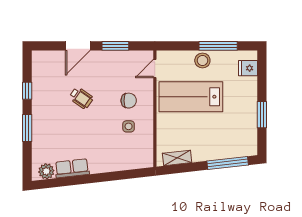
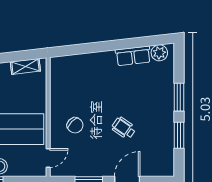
window: (27, 91) -> (179, 135), width x1.50
chair: (129, 101) -> (75, 125), turned -136
side table: (129, 126) -> (75, 99), removed

